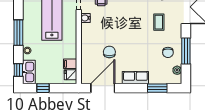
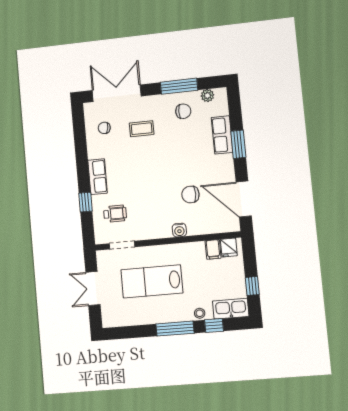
water cooler: (86, 18) -> (179, 230), moved
window: (18, 70) -> (214, 325), moved
row of seats: (135, 78) -> (222, 135), moved
window: (157, 88) -> (238, 144), moved

